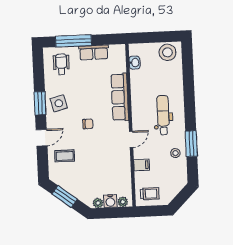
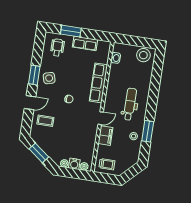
window: (73, 41) -> (71, 31), width x0.69
filing cabinet: (141, 165) -> (106, 136), width x2.00

